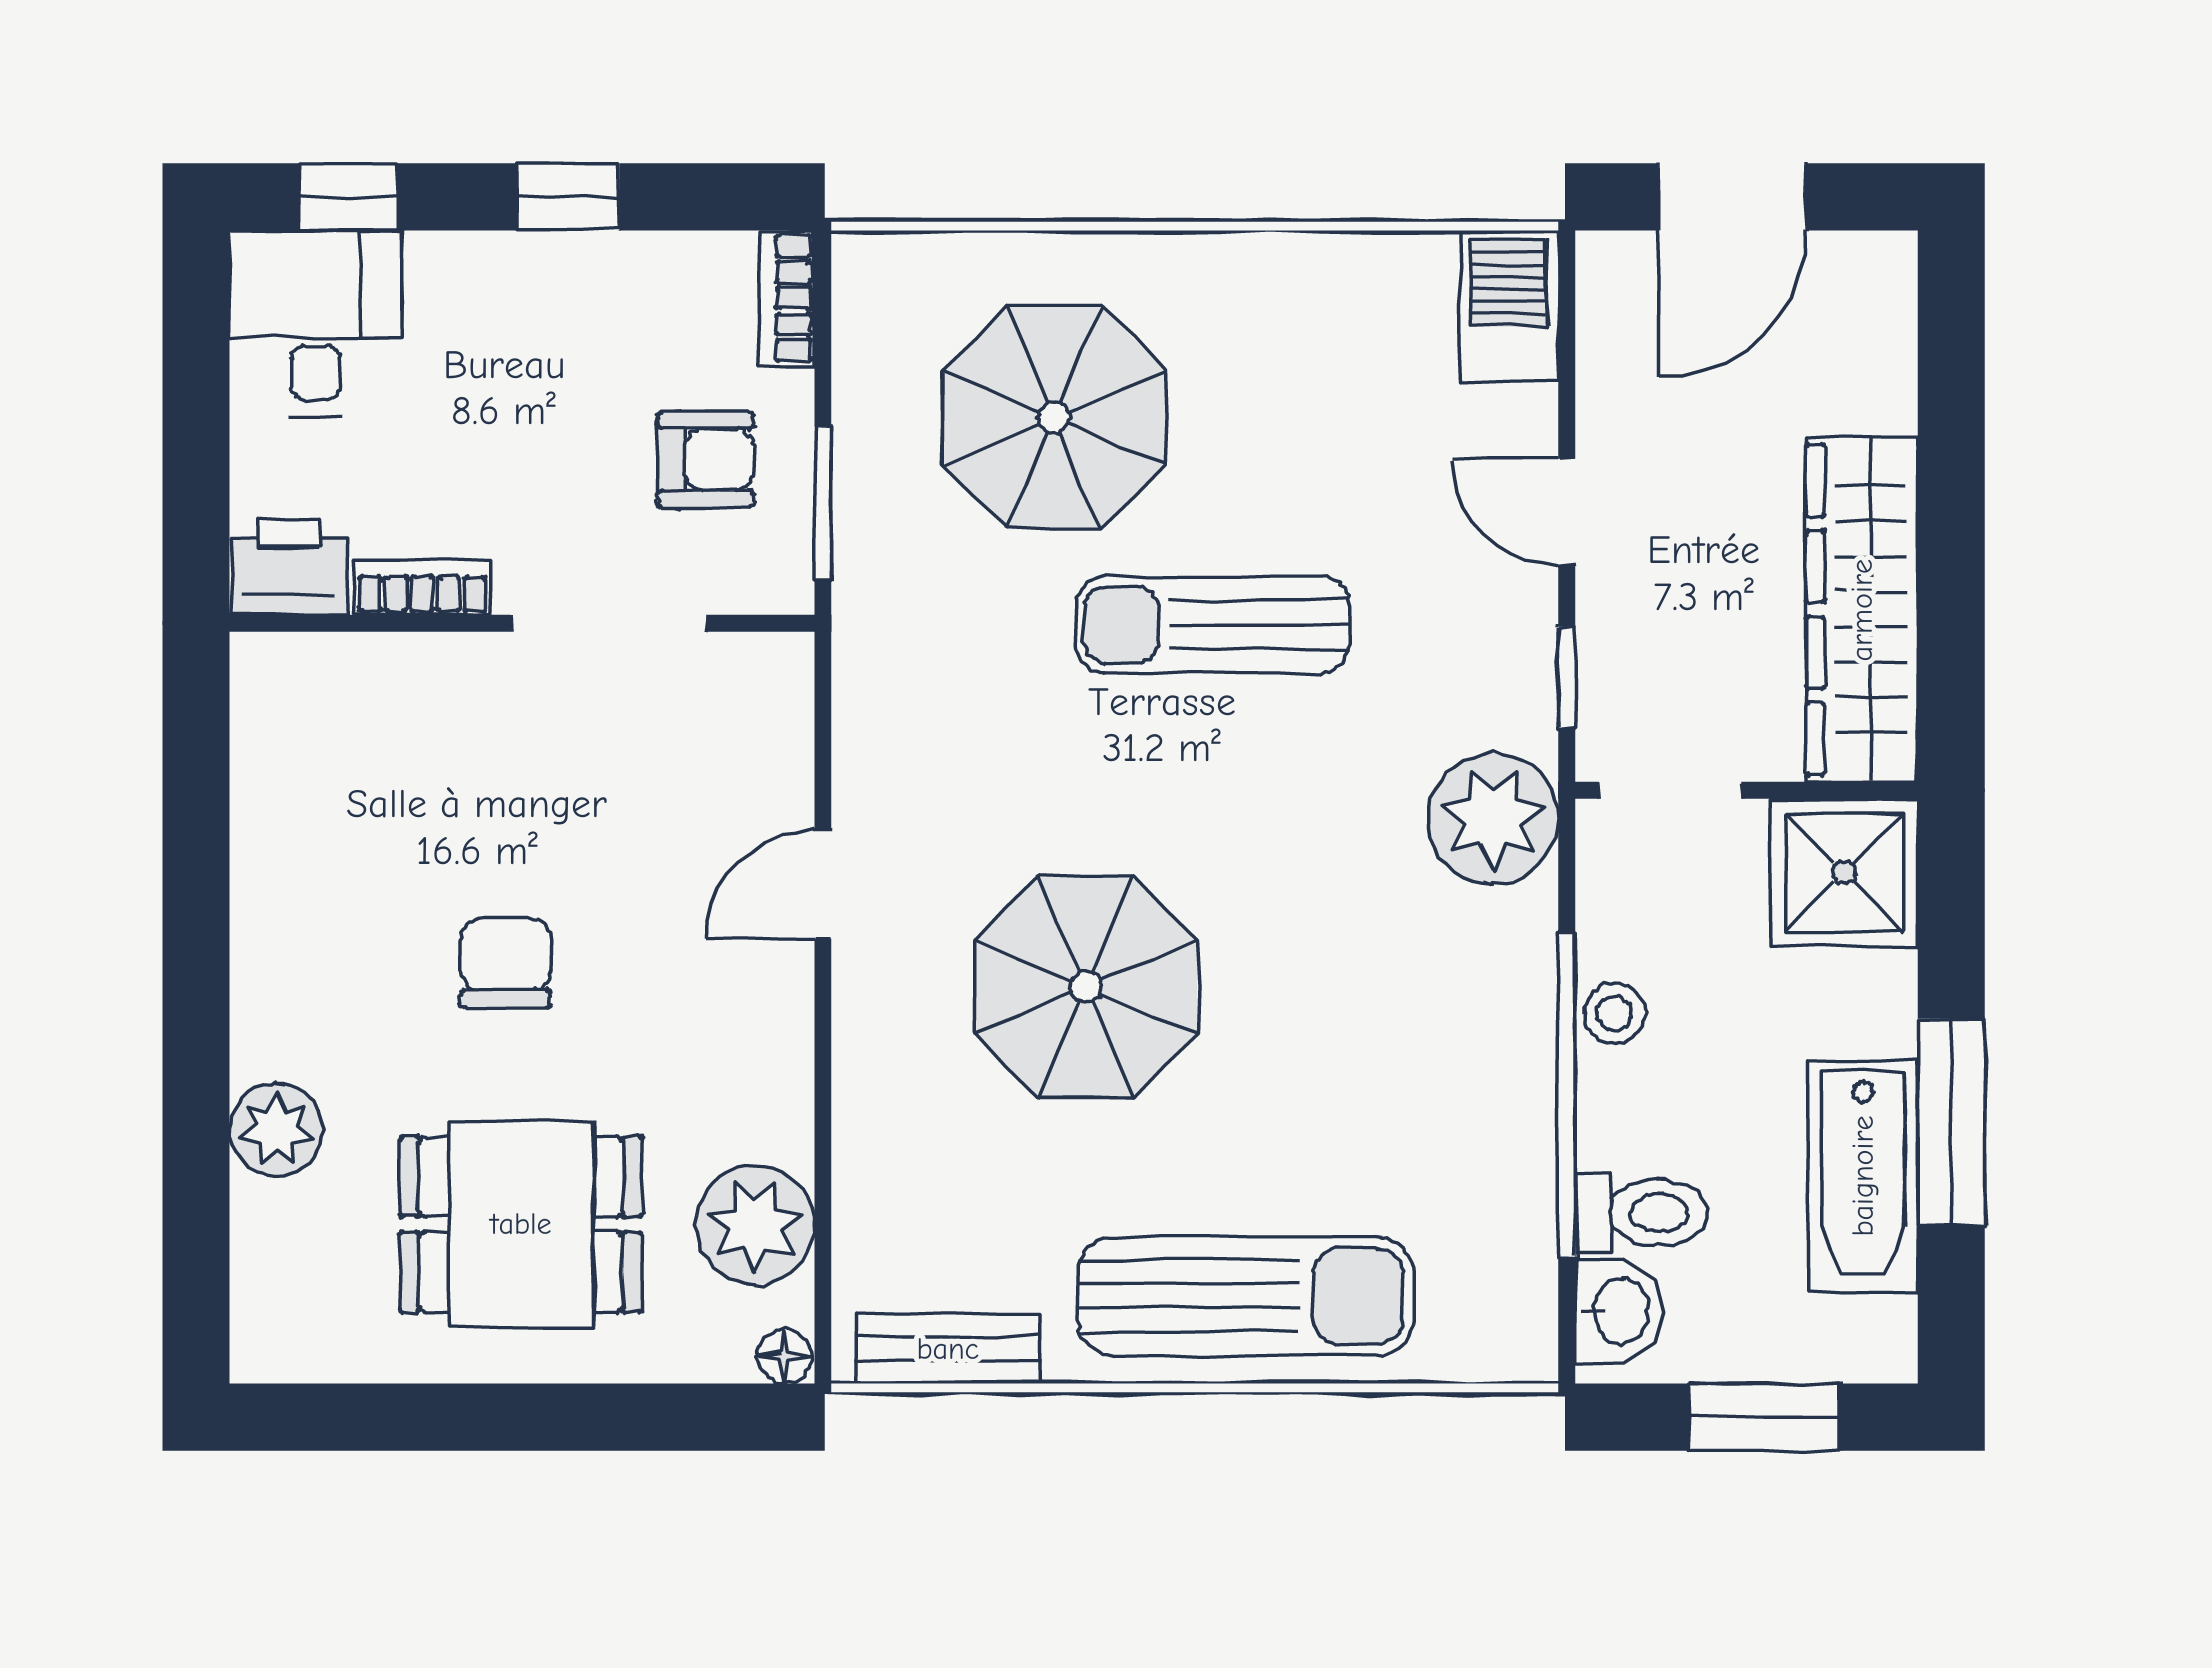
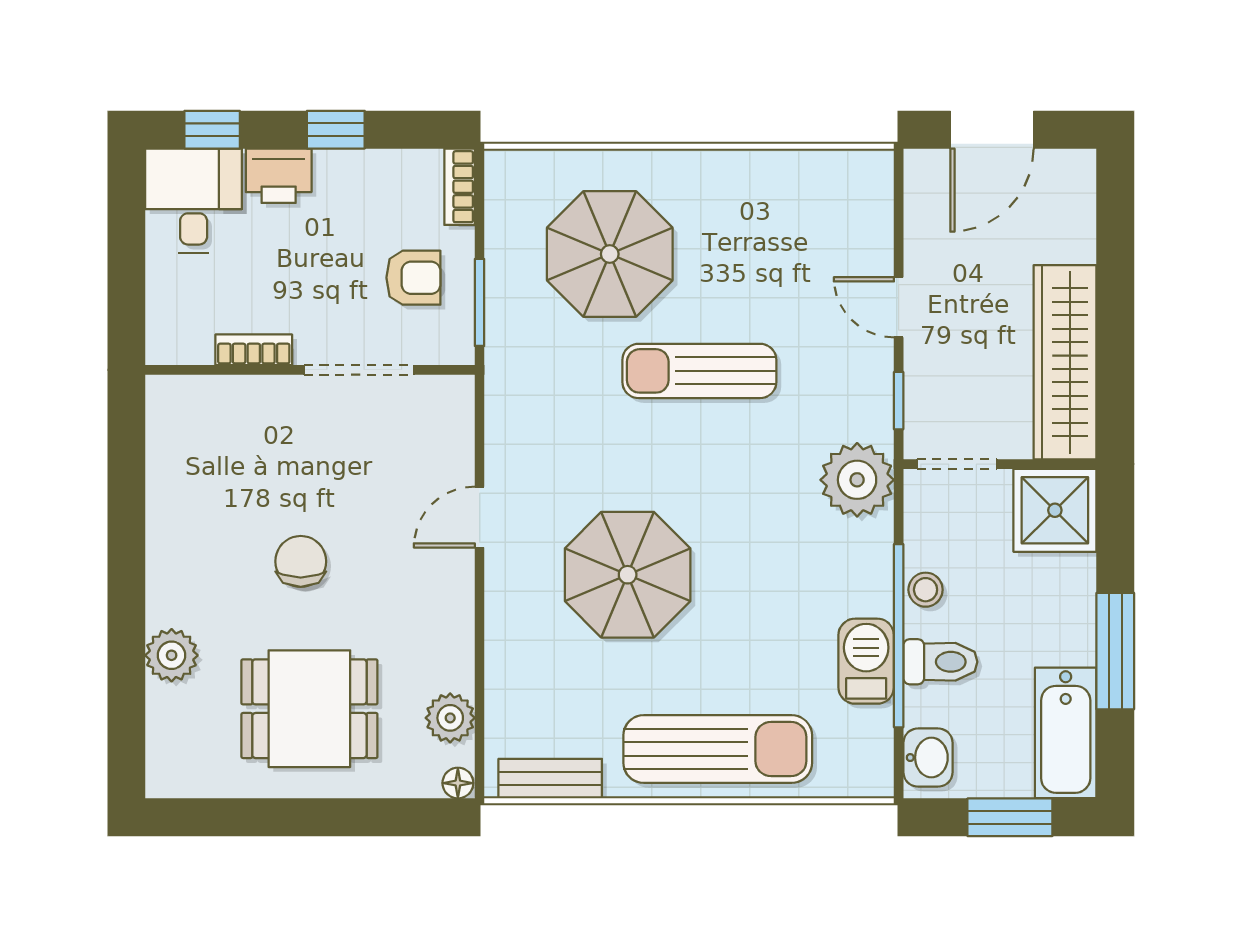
barbecue: (1509, 306) -> (866, 661), moved
printer: (289, 567) -> (279, 176), moved, turned 180
bathtub: (1863, 1176) -> (1066, 733), moved
toilet: (1641, 1213) -> (940, 662), moved
plant: (755, 1225) -> (450, 718), width x0.73, depth x0.73

